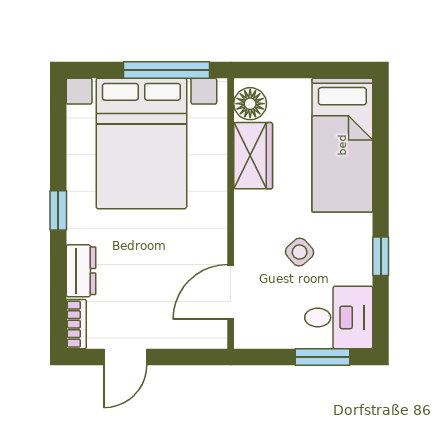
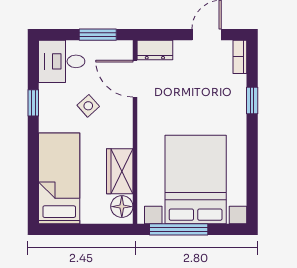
window: (58, 210) -> (252, 100), moved
dresser: (81, 271) -> (155, 50), moved, turned -90
door: (231, 292) -> (135, 79), swing flipped
window: (323, 357) -> (98, 35), moved

